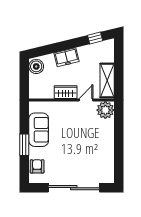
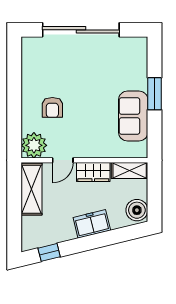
shelving: (41, 93) -> (130, 170), added
armchair: (37, 166) -> (52, 107), moved

